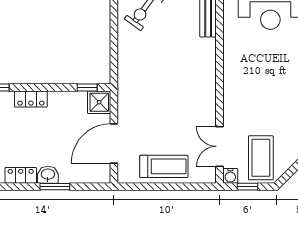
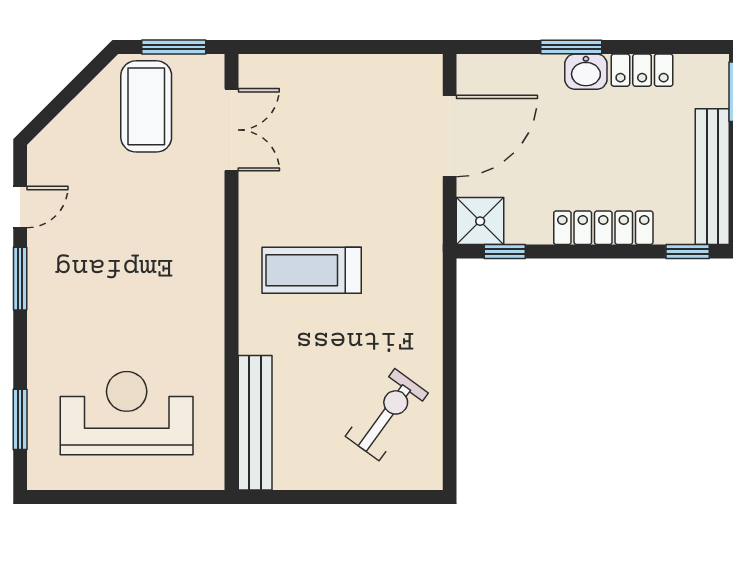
locker: (31, 99) -> (603, 228), width x1.53
treadmill: (164, 166) -> (312, 270), moved
water cooler: (230, 176) -> (209, 69), removed
window: (247, 187) -> (174, 47), width x1.50

